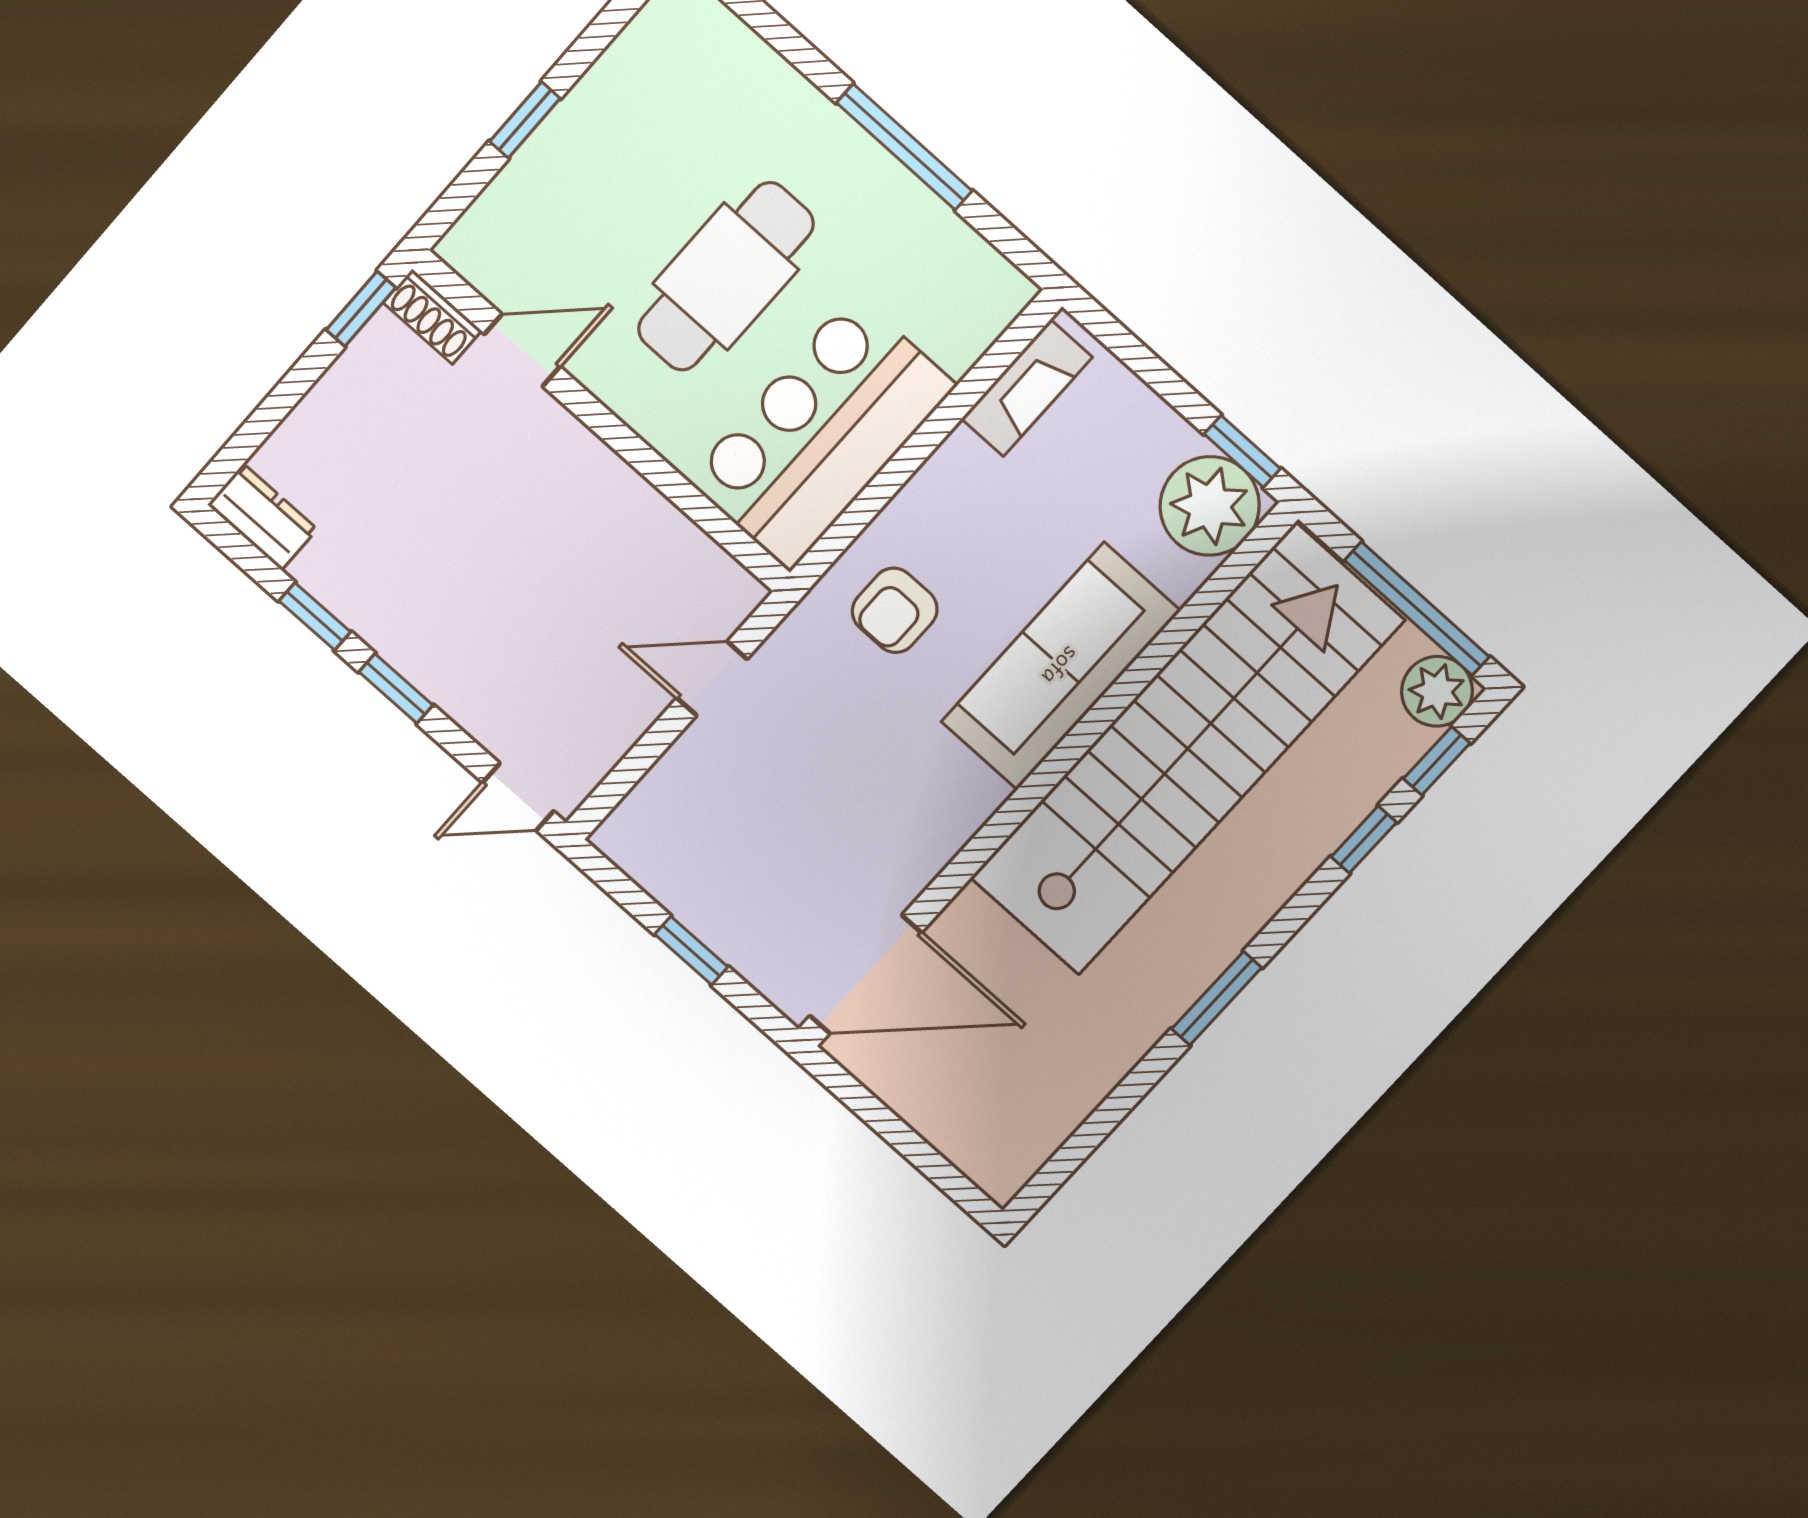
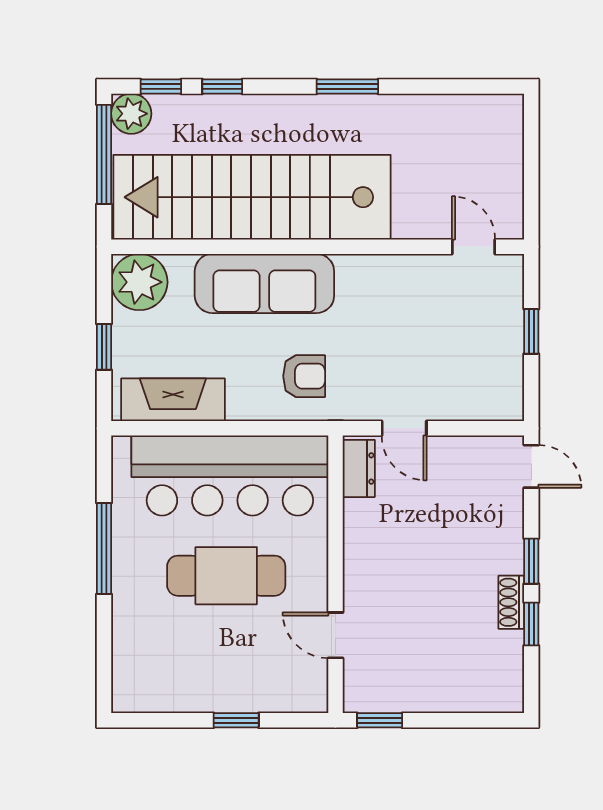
shoe rack: (432, 317) -> (511, 602), moved, turned 180
fireplace: (1027, 388) -> (173, 400), width x1.37, depth x1.32
bar counter: (821, 433) -> (230, 476), width x1.36
window: (1242, 451) -> (104, 347), moved
dresser: (262, 517) -> (359, 468), moved, turned 180
door: (866, 974) -> (474, 247), width x0.53

